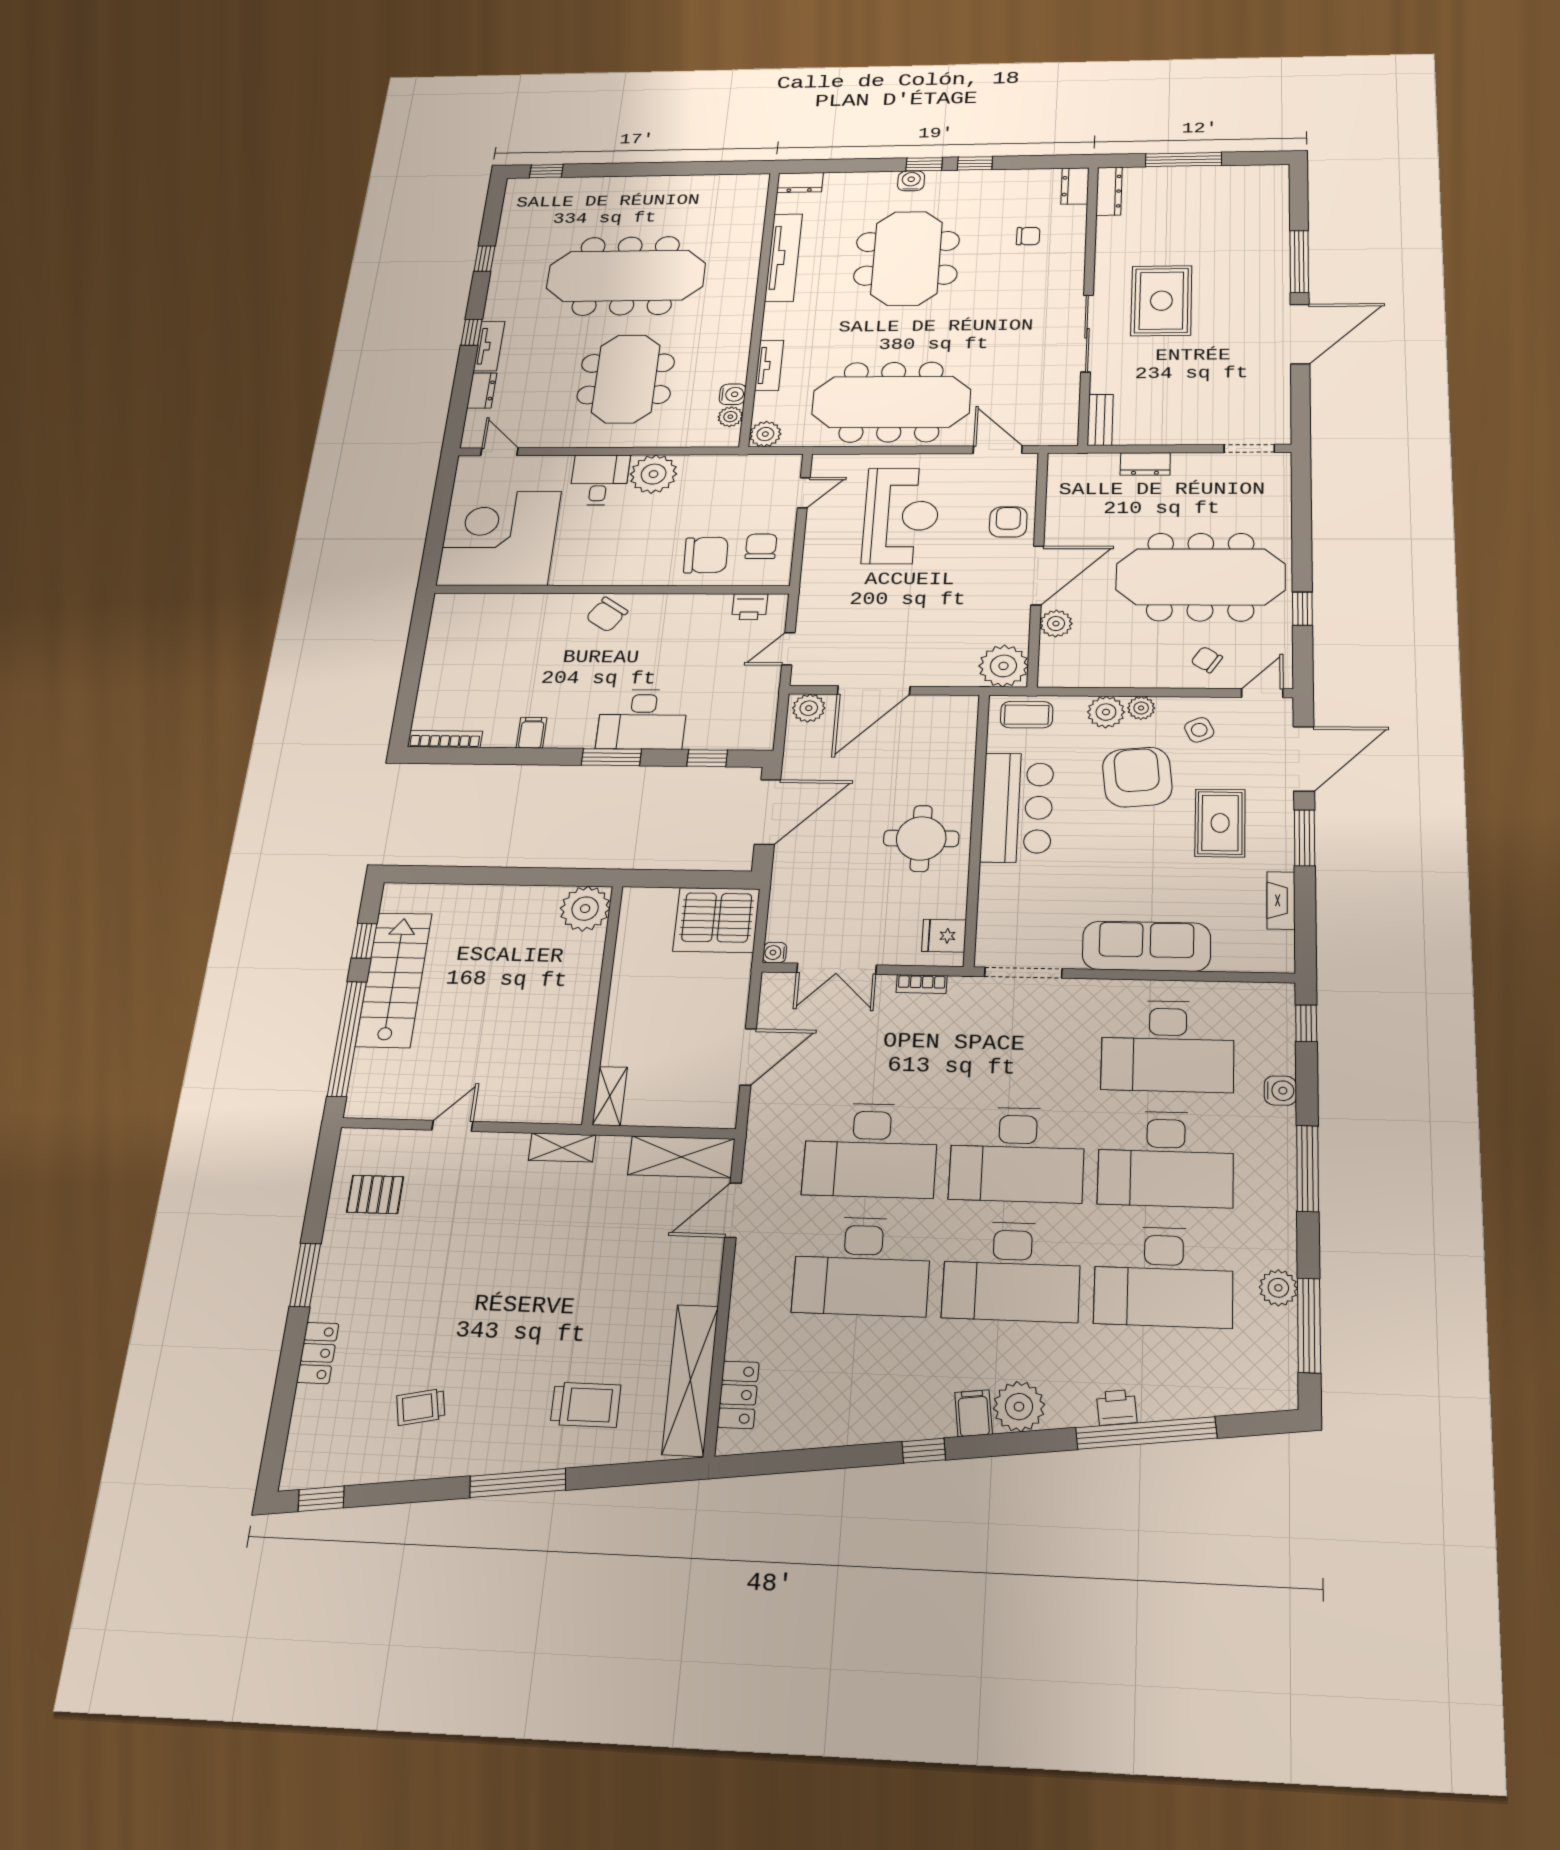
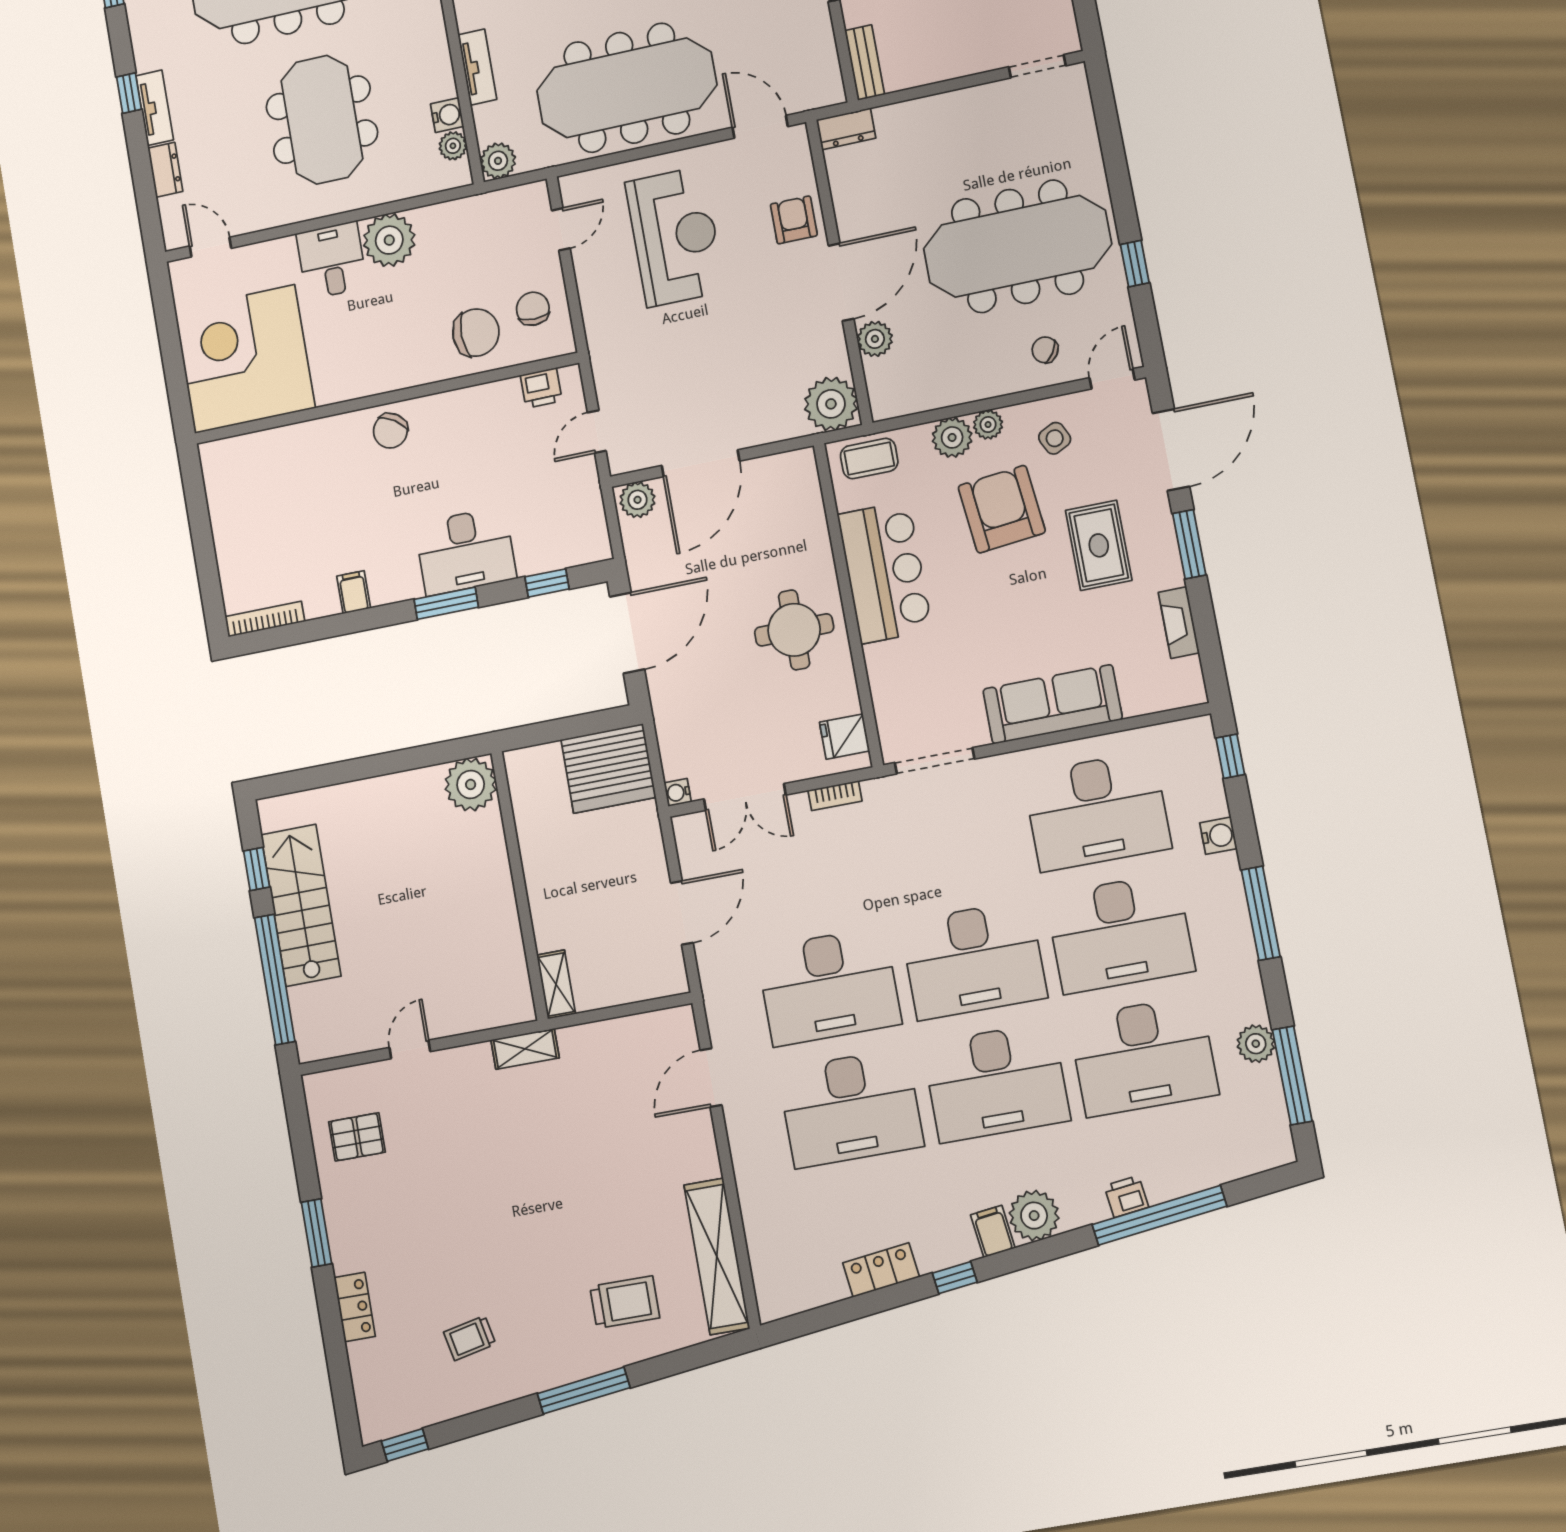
dresser: (1145, 464) -> (846, 129), moved
shelving: (681, 1157) -> (645, 1033), removed
locker: (738, 1395) -> (881, 1270), moved, turned -97

